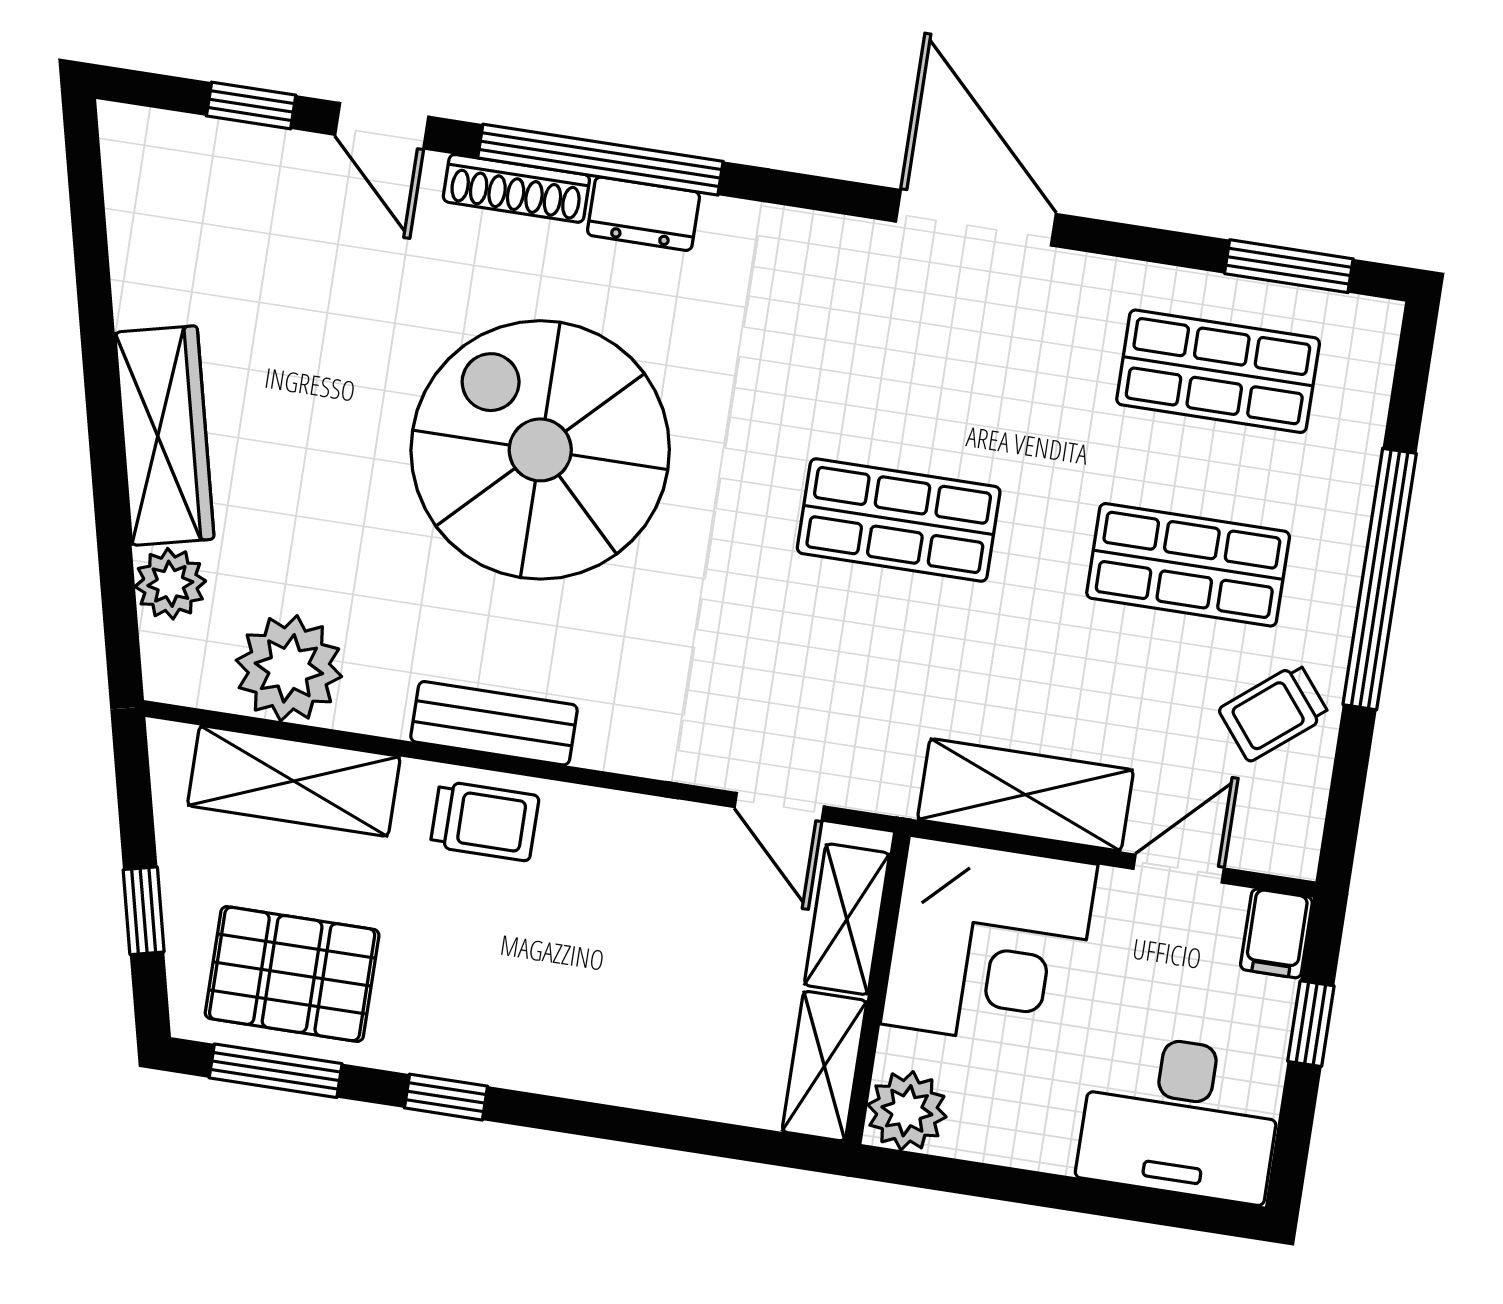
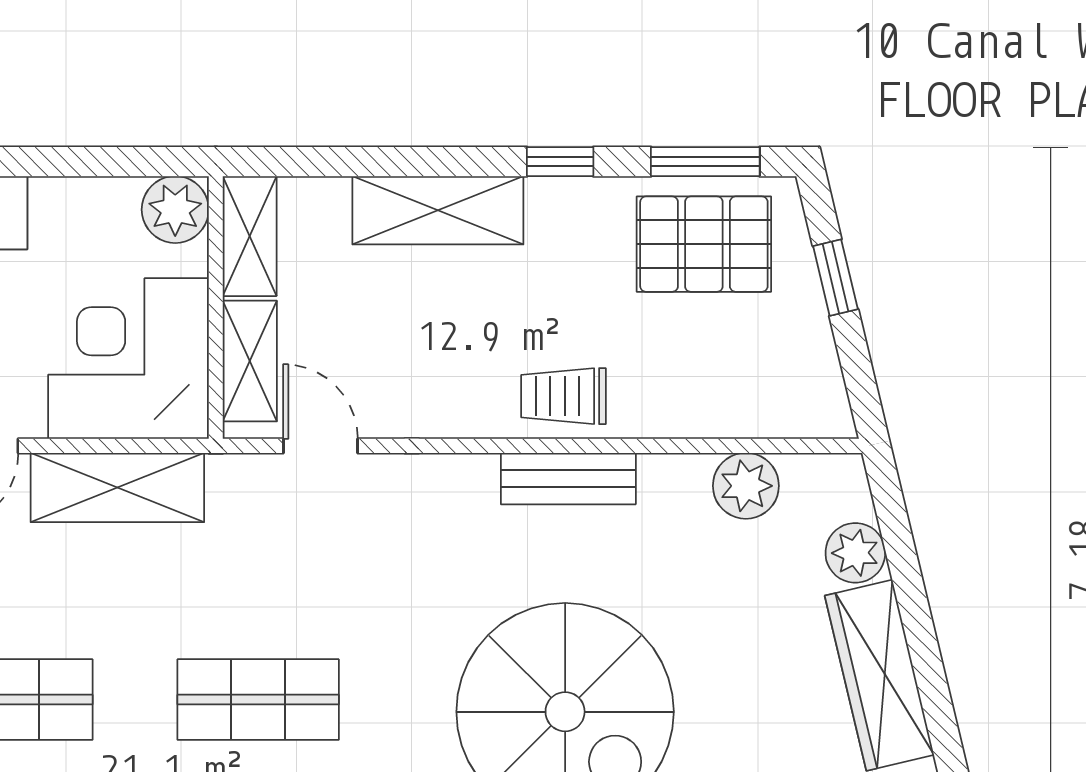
plant: (289, 668) -> (746, 486), width x0.73, depth x0.73
shelving: (294, 781) -> (438, 210), moved

